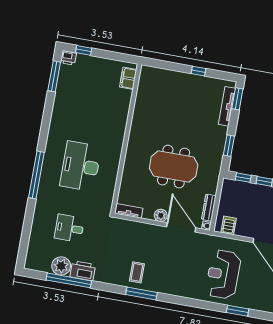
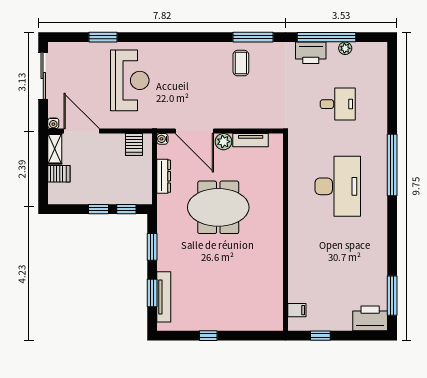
window: (84, 50) -> (320, 336), moved
printer: (68, 58) -> (370, 318), width x1.87, depth x1.48
filing cabinet: (128, 78) -> (297, 310), width x0.50
window: (237, 99) -> (152, 293), moved
dresser: (209, 208) -> (164, 176), moved
tv unit: (129, 211) -> (251, 140), moved
plant: (61, 266) -> (345, 48), width x0.53, depth x0.53
window: (141, 293) -> (253, 37), moved

